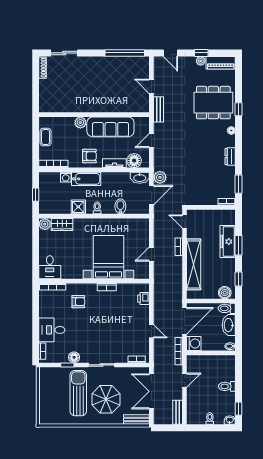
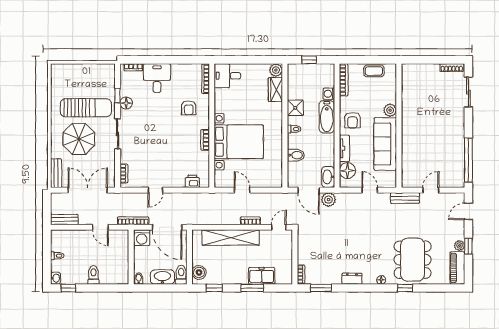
freezer: (228, 242) -> (262, 276), width x0.71

